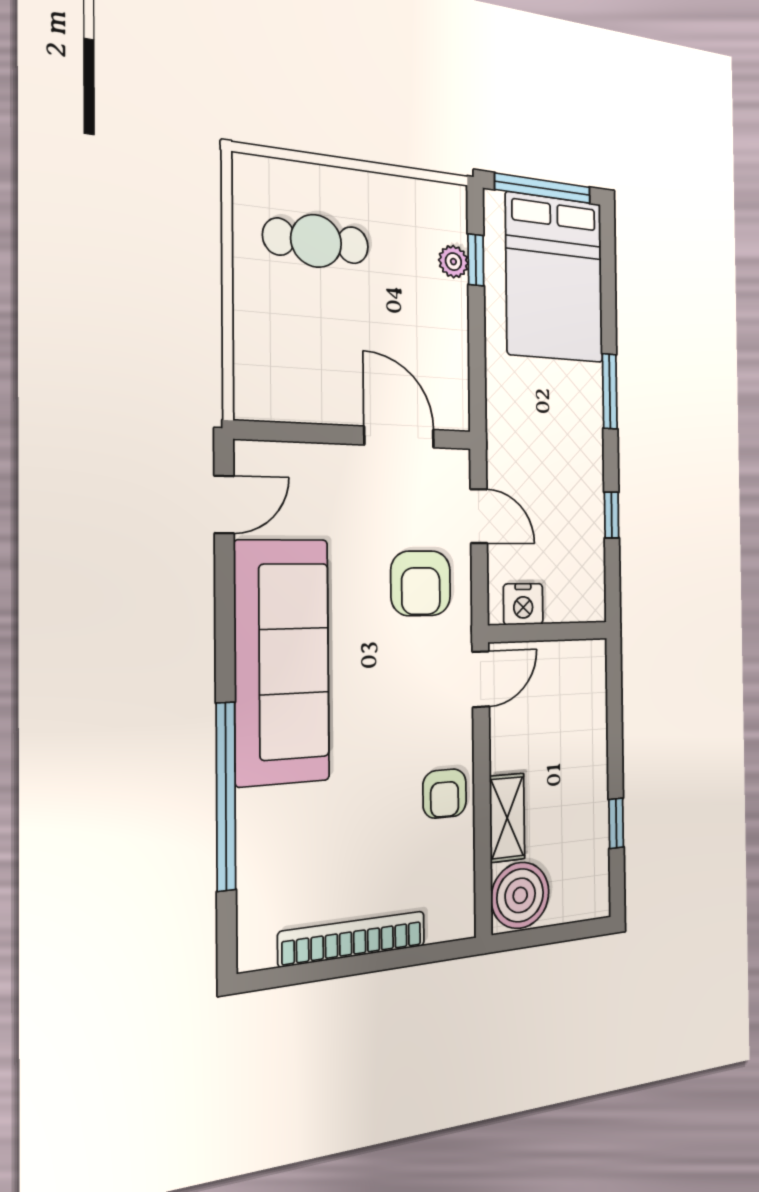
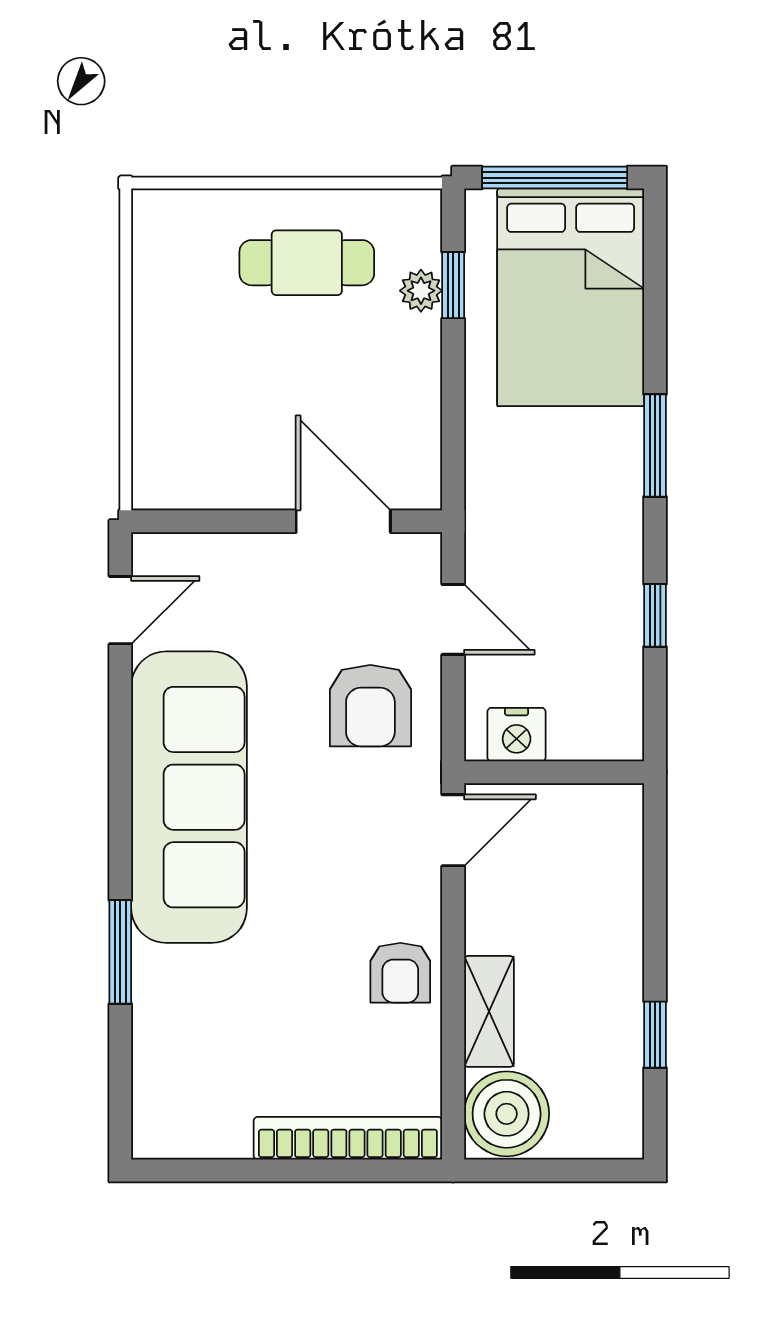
cafe table: (316, 241) -> (307, 263), moved
window: (226, 796) -> (120, 952), width x0.47
bookcase: (353, 939) -> (348, 1138), moved

